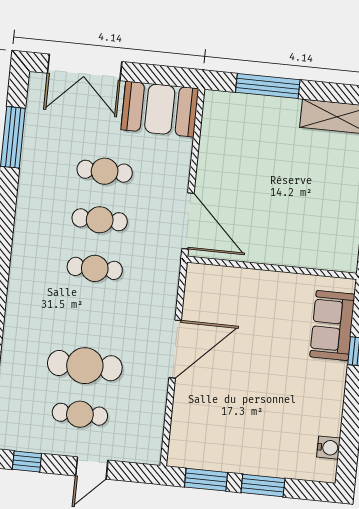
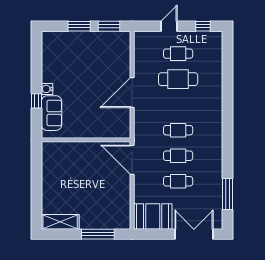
water cooler: (329, 448) -> (47, 89), moved

